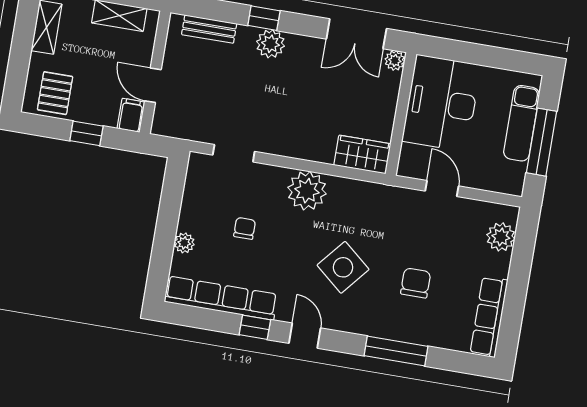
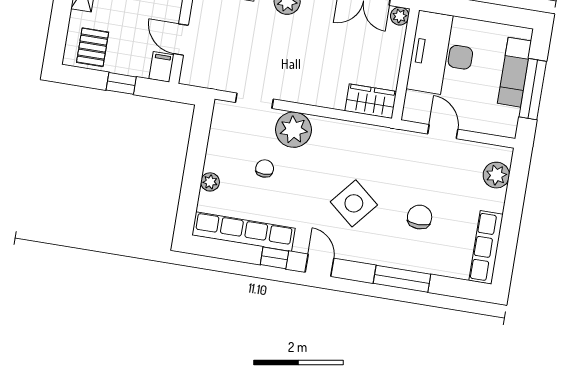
plant: (307, 191) -> (294, 130), moved

